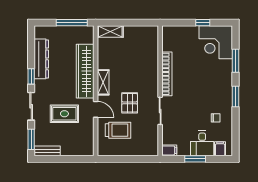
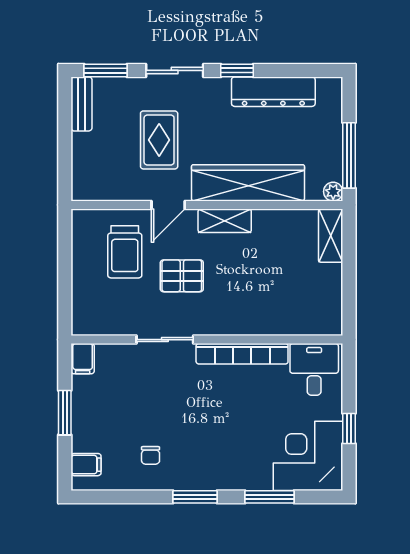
plant: (89, 30) -> (333, 192), added
desk: (202, 143) -> (314, 369), moved, turned 90

